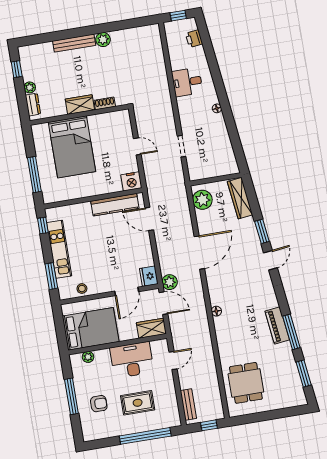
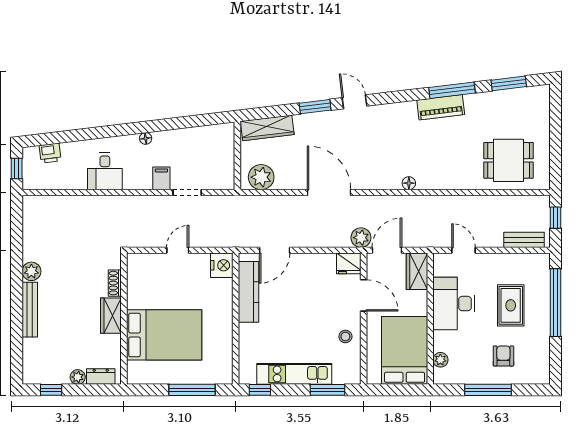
filing cabinet: (189, 125) -> (161, 178), added
stool: (82, 289) -> (345, 337), moved

